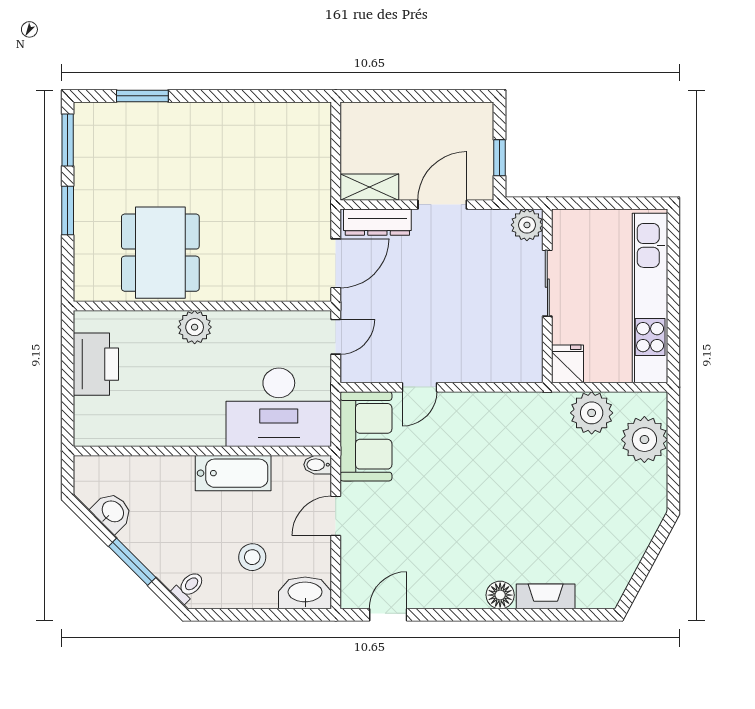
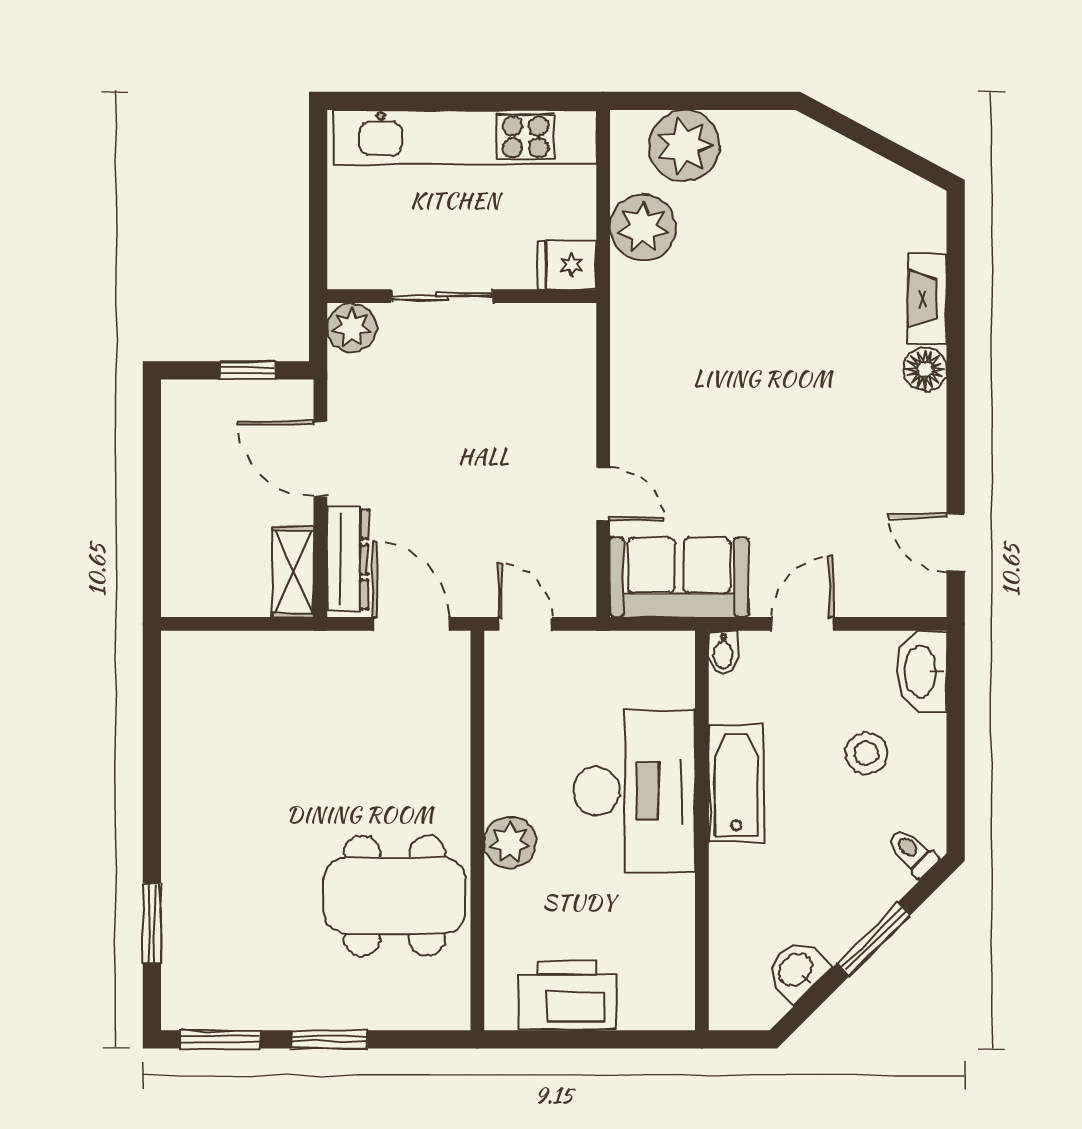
desk: (279, 407) -> (634, 791), moved
door: (336, 516) -> (802, 624), swing flipped

